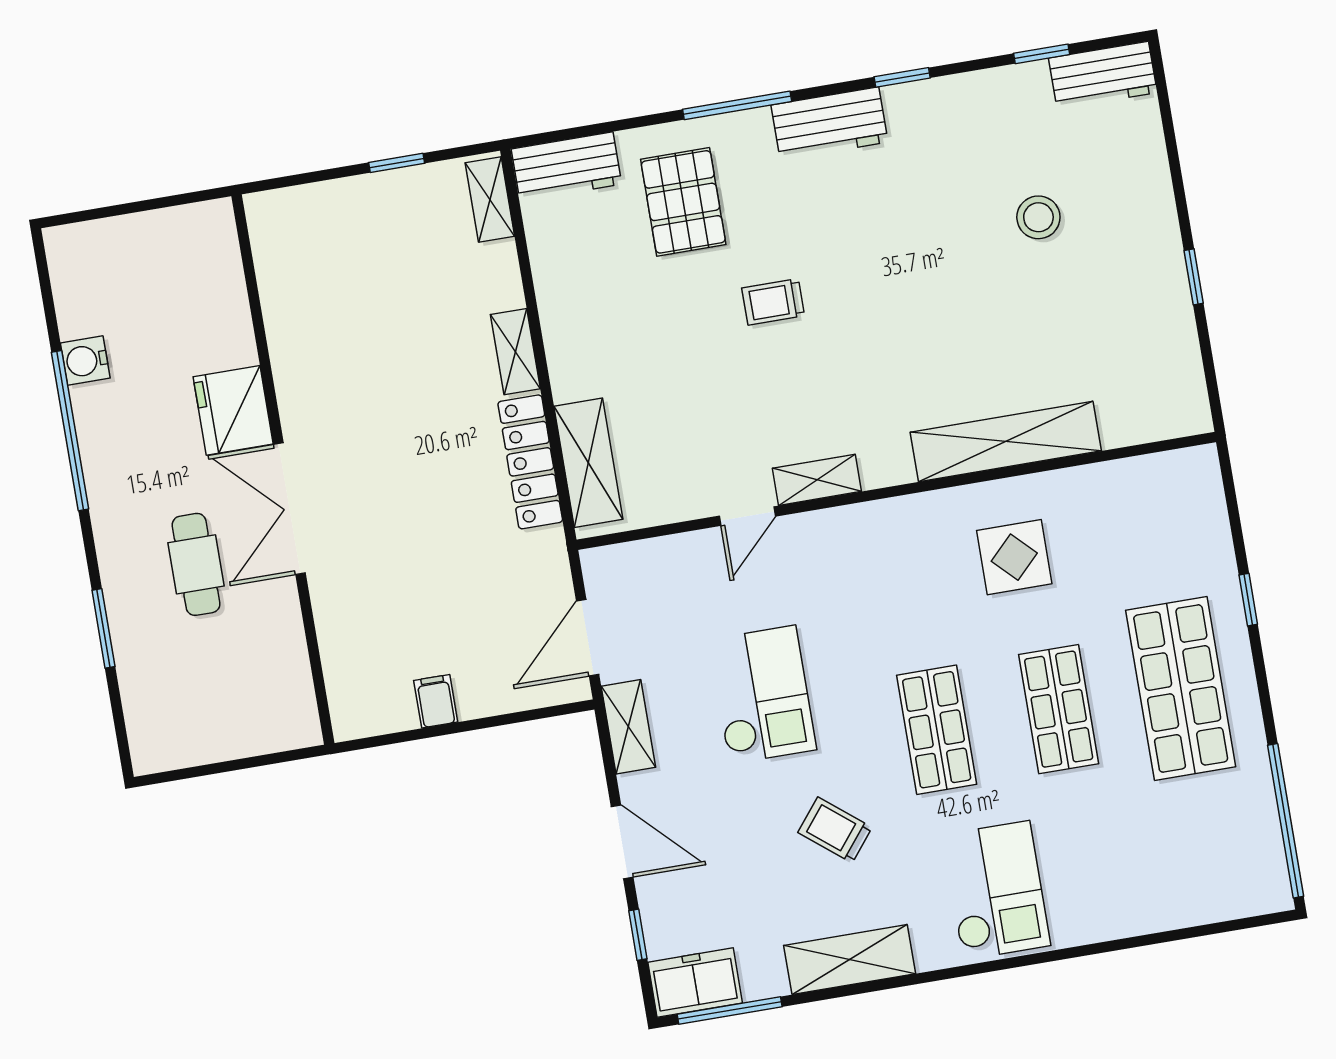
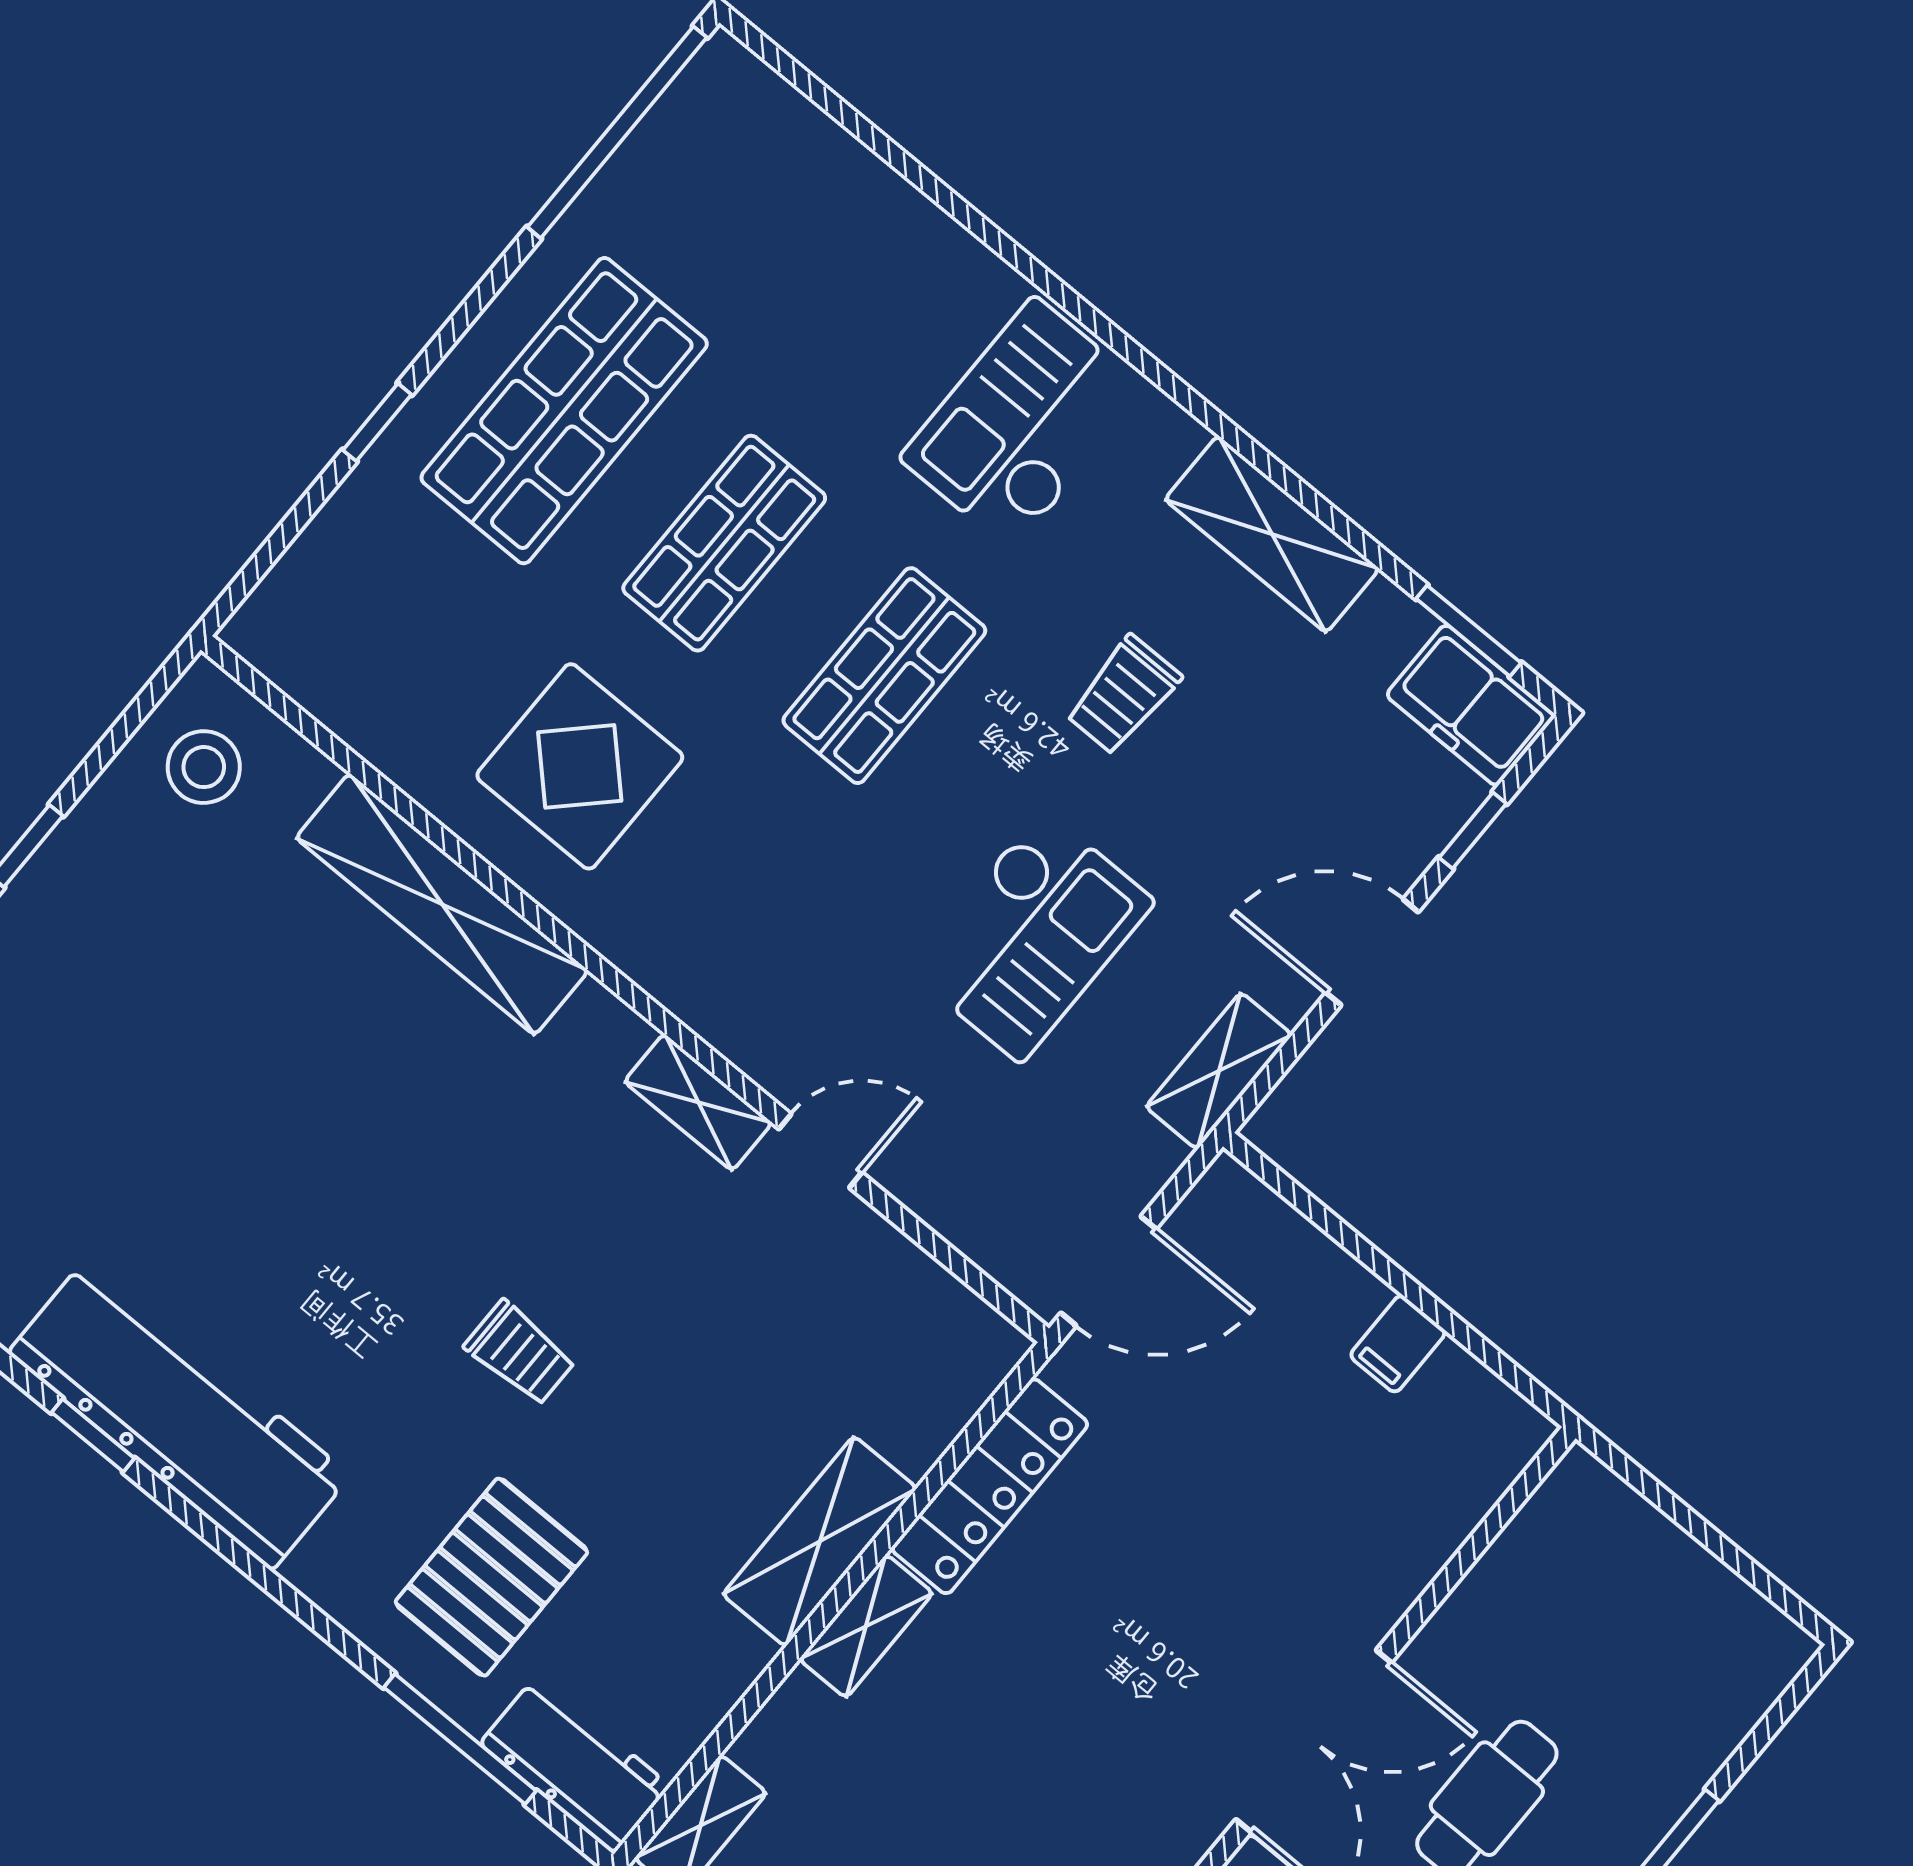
window: (737, 105) -> (460, 1739), moved
workbench: (830, 124) -> (179, 1414), width x1.88, depth x1.32
stool: (1038, 217) -> (204, 767), moved
shelving: (588, 463) -> (820, 1541), moved
display table: (1014, 557) -> (580, 766), width x1.36, depth x1.36
door: (588, 638) -> (1108, 1271), moved
checkout: (762, 695) -> (1031, 936), turned 180
trolley: (835, 830) -> (1123, 695), turned 51
door: (622, 842) -> (1372, 952), hinge flipped
window: (730, 1011) -> (1469, 631), width x0.69

